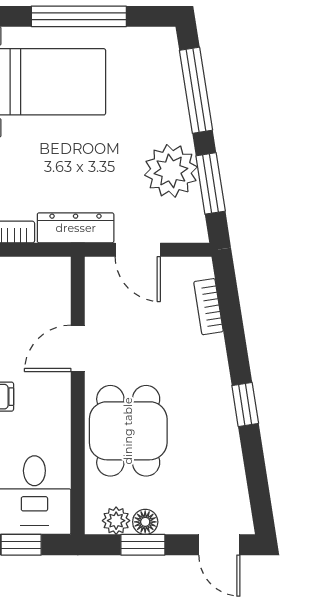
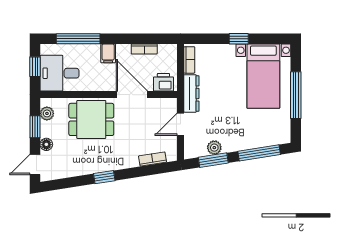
plant: (171, 171) -> (214, 148), width x0.53, depth x0.53
printer: (53, 285) -> (163, 82), added
door: (78, 348) -> (132, 95), width x1.38
floor lamp: (145, 522) -> (46, 144), moved

